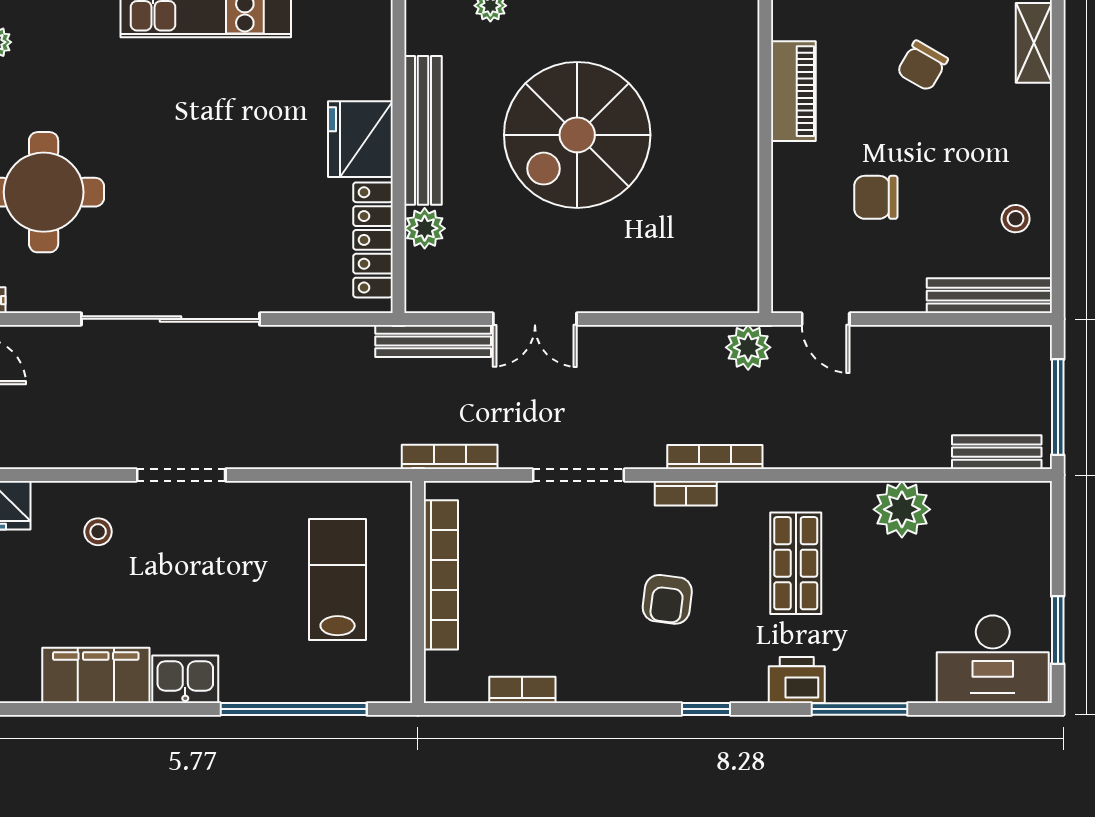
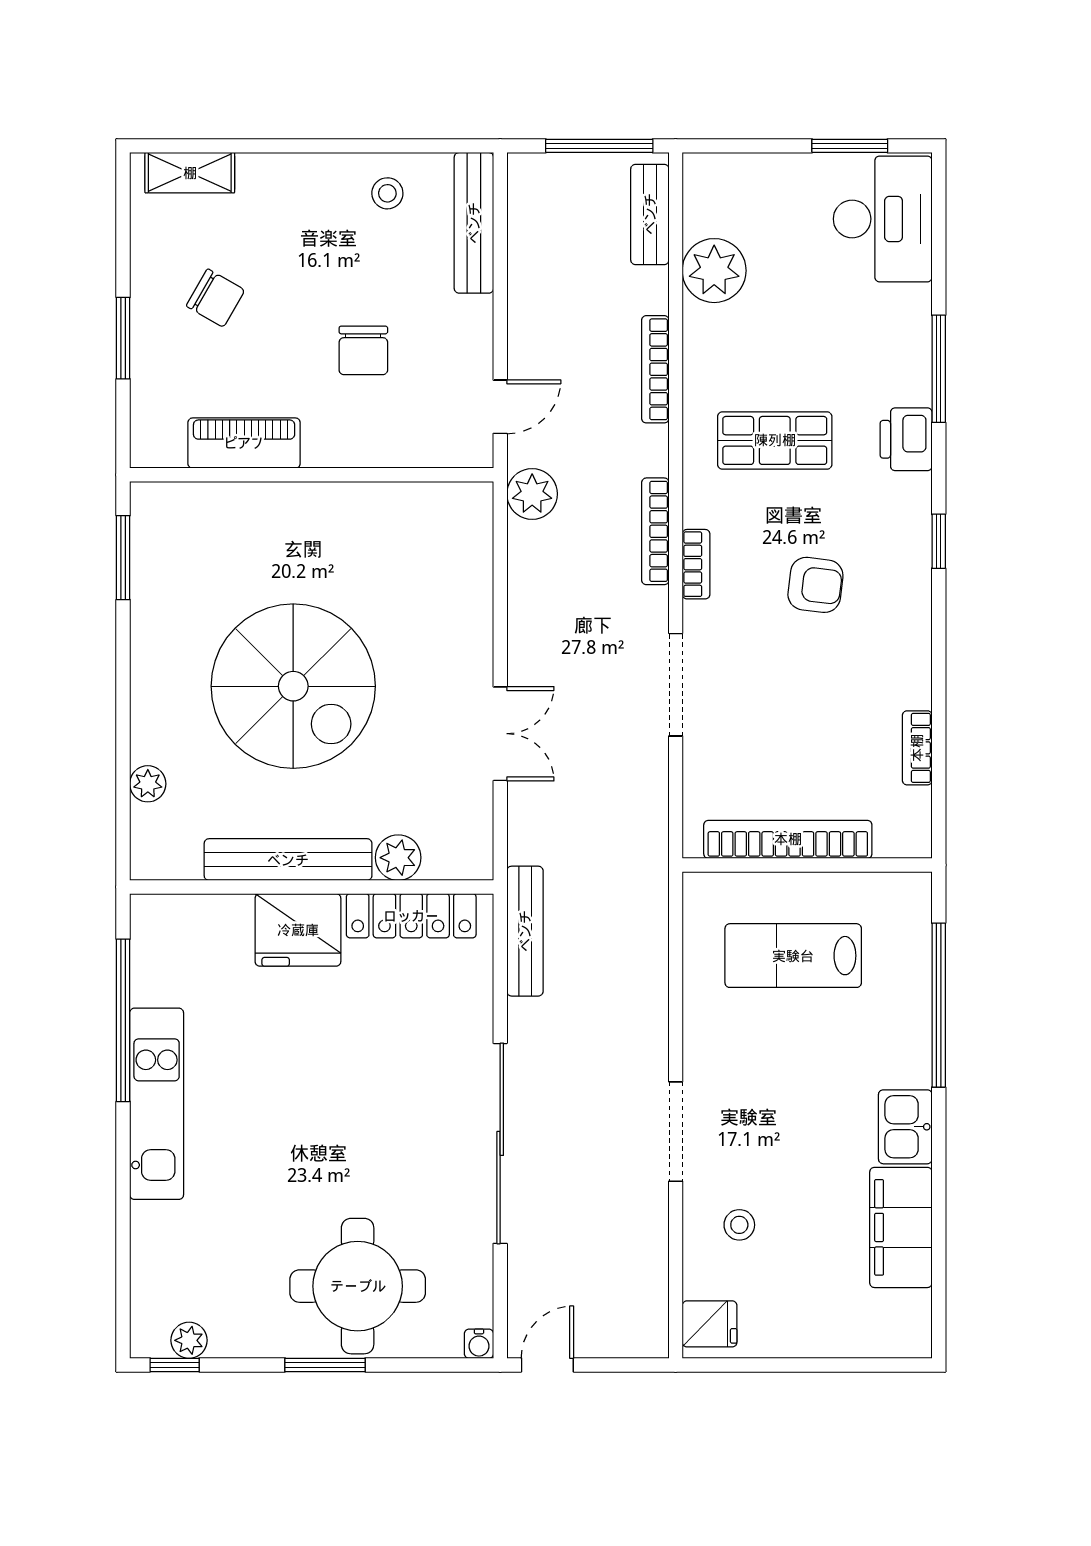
bench: (433, 341) -> (525, 931), moved
bookcase: (450, 457) -> (655, 369), moved
plant: (902, 509) -> (714, 271), moved

